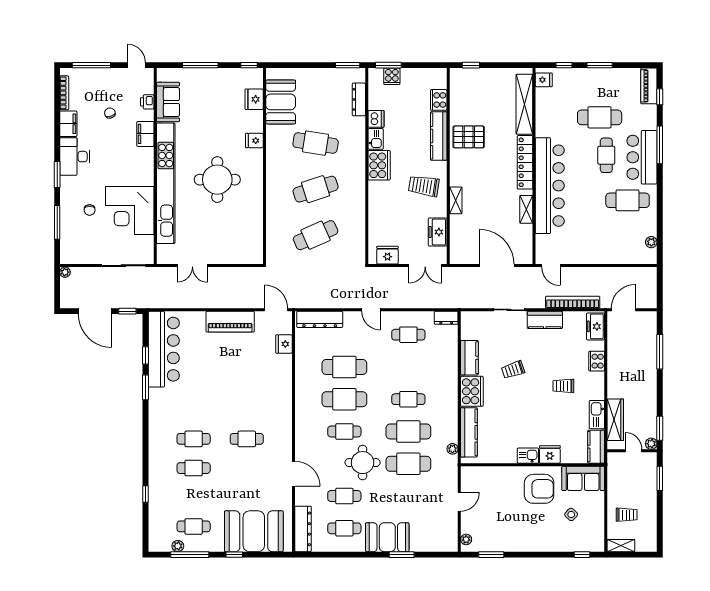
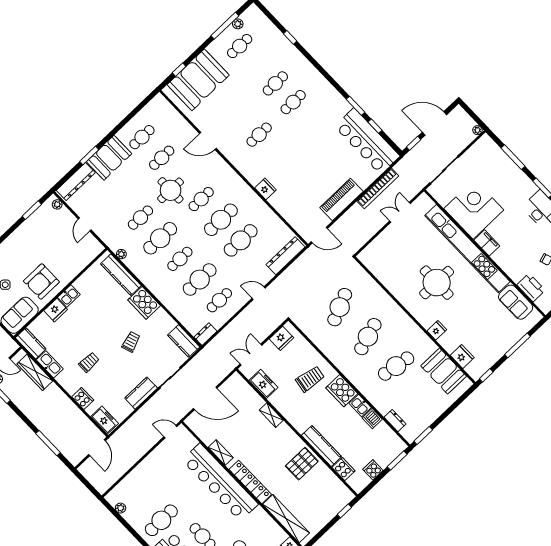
cooker: (392, 76) -> (373, 470), moved
dresser: (359, 99) -> (395, 421), width x0.70
printer: (147, 102) -> (531, 288), width x1.87, depth x1.48
filing cabinet: (145, 134) -> (487, 243), moved
trolley: (424, 186) -> (310, 379), moved
chair: (90, 210) -> (500, 185), removed
bookcase: (573, 302) -> (378, 188), moved
fridge: (284, 344) -> (265, 189), moved
kitchen counter: (469, 358) -> (184, 341), moved
cafe table: (408, 367) -> (200, 280), added
cafe table: (408, 464) -> (140, 218), width x0.73, depth x0.74
dresser: (303, 529) -> (76, 182), moved, turned -90
window: (234, 555) -> (179, 70), moved

